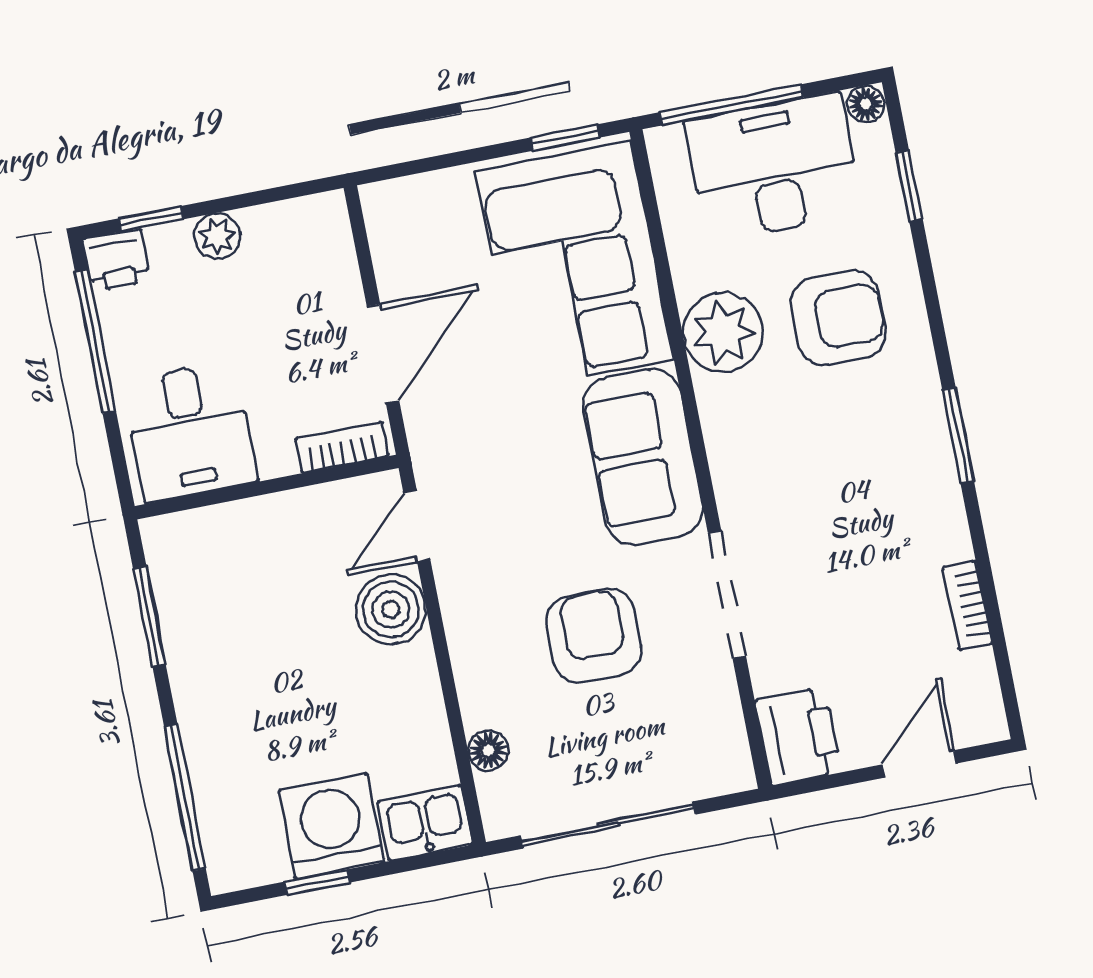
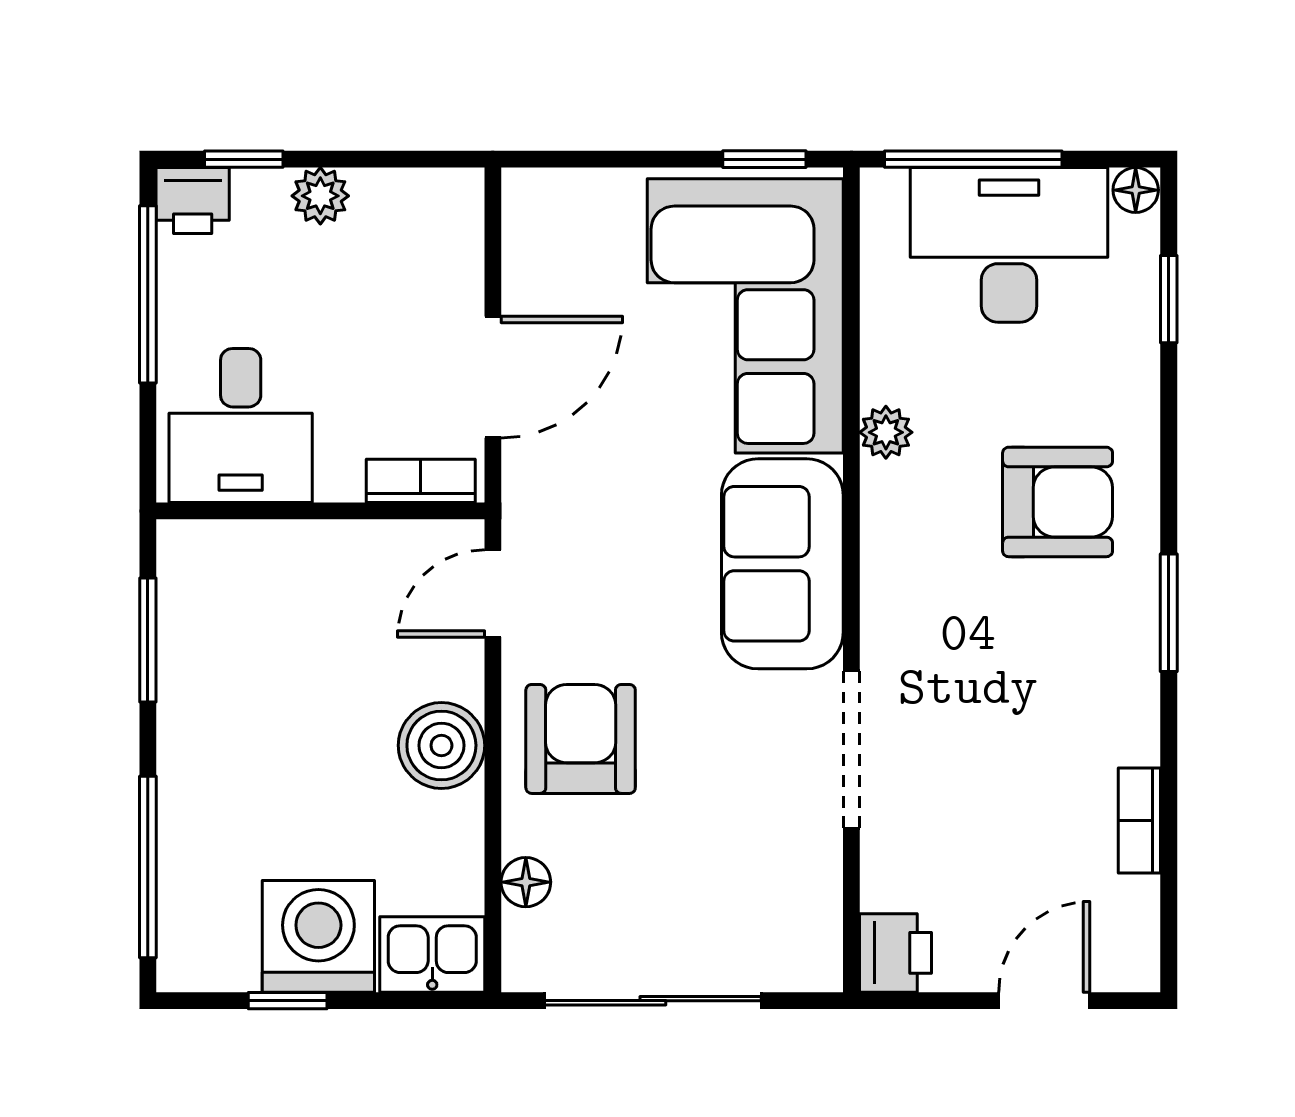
armchair: (838, 318) -> (1058, 502), moved
plant: (723, 332) -> (886, 432), width x0.53, depth x0.53
boiler: (391, 609) -> (441, 745), moved
armchair: (594, 636) -> (581, 739), moved
printer: (798, 736) -> (896, 953), width x0.73, depth x0.81

